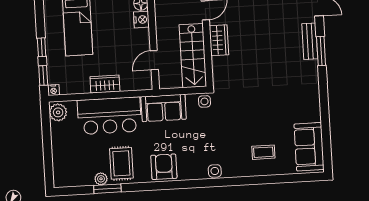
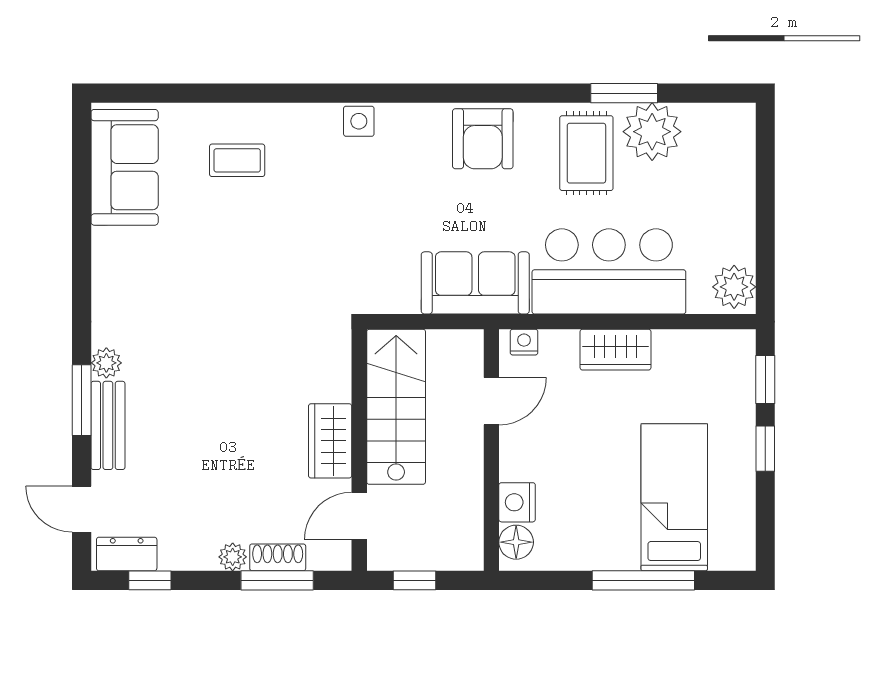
plant: (312, 67) -> (106, 363), added
nightstand: (54, 90) -> (524, 342), moved
side table: (204, 101) -> (374, 293), removed
plant: (101, 179) -> (652, 132), width x1.88, depth x1.88

